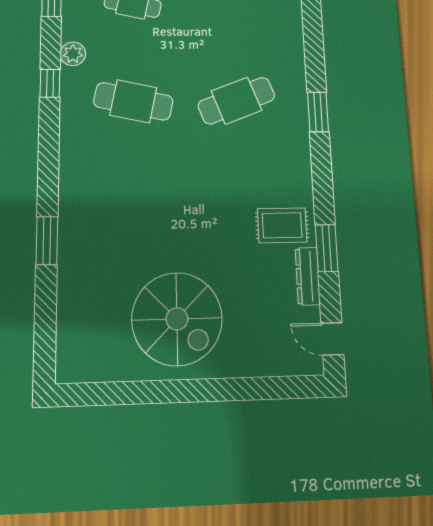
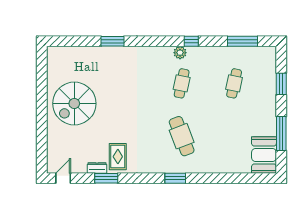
plant: (73, 54) -> (180, 53), moved
cafe table: (133, 101) -> (182, 83), width x0.73, depth x0.74
dresser: (308, 276) -> (97, 168), width x0.70

